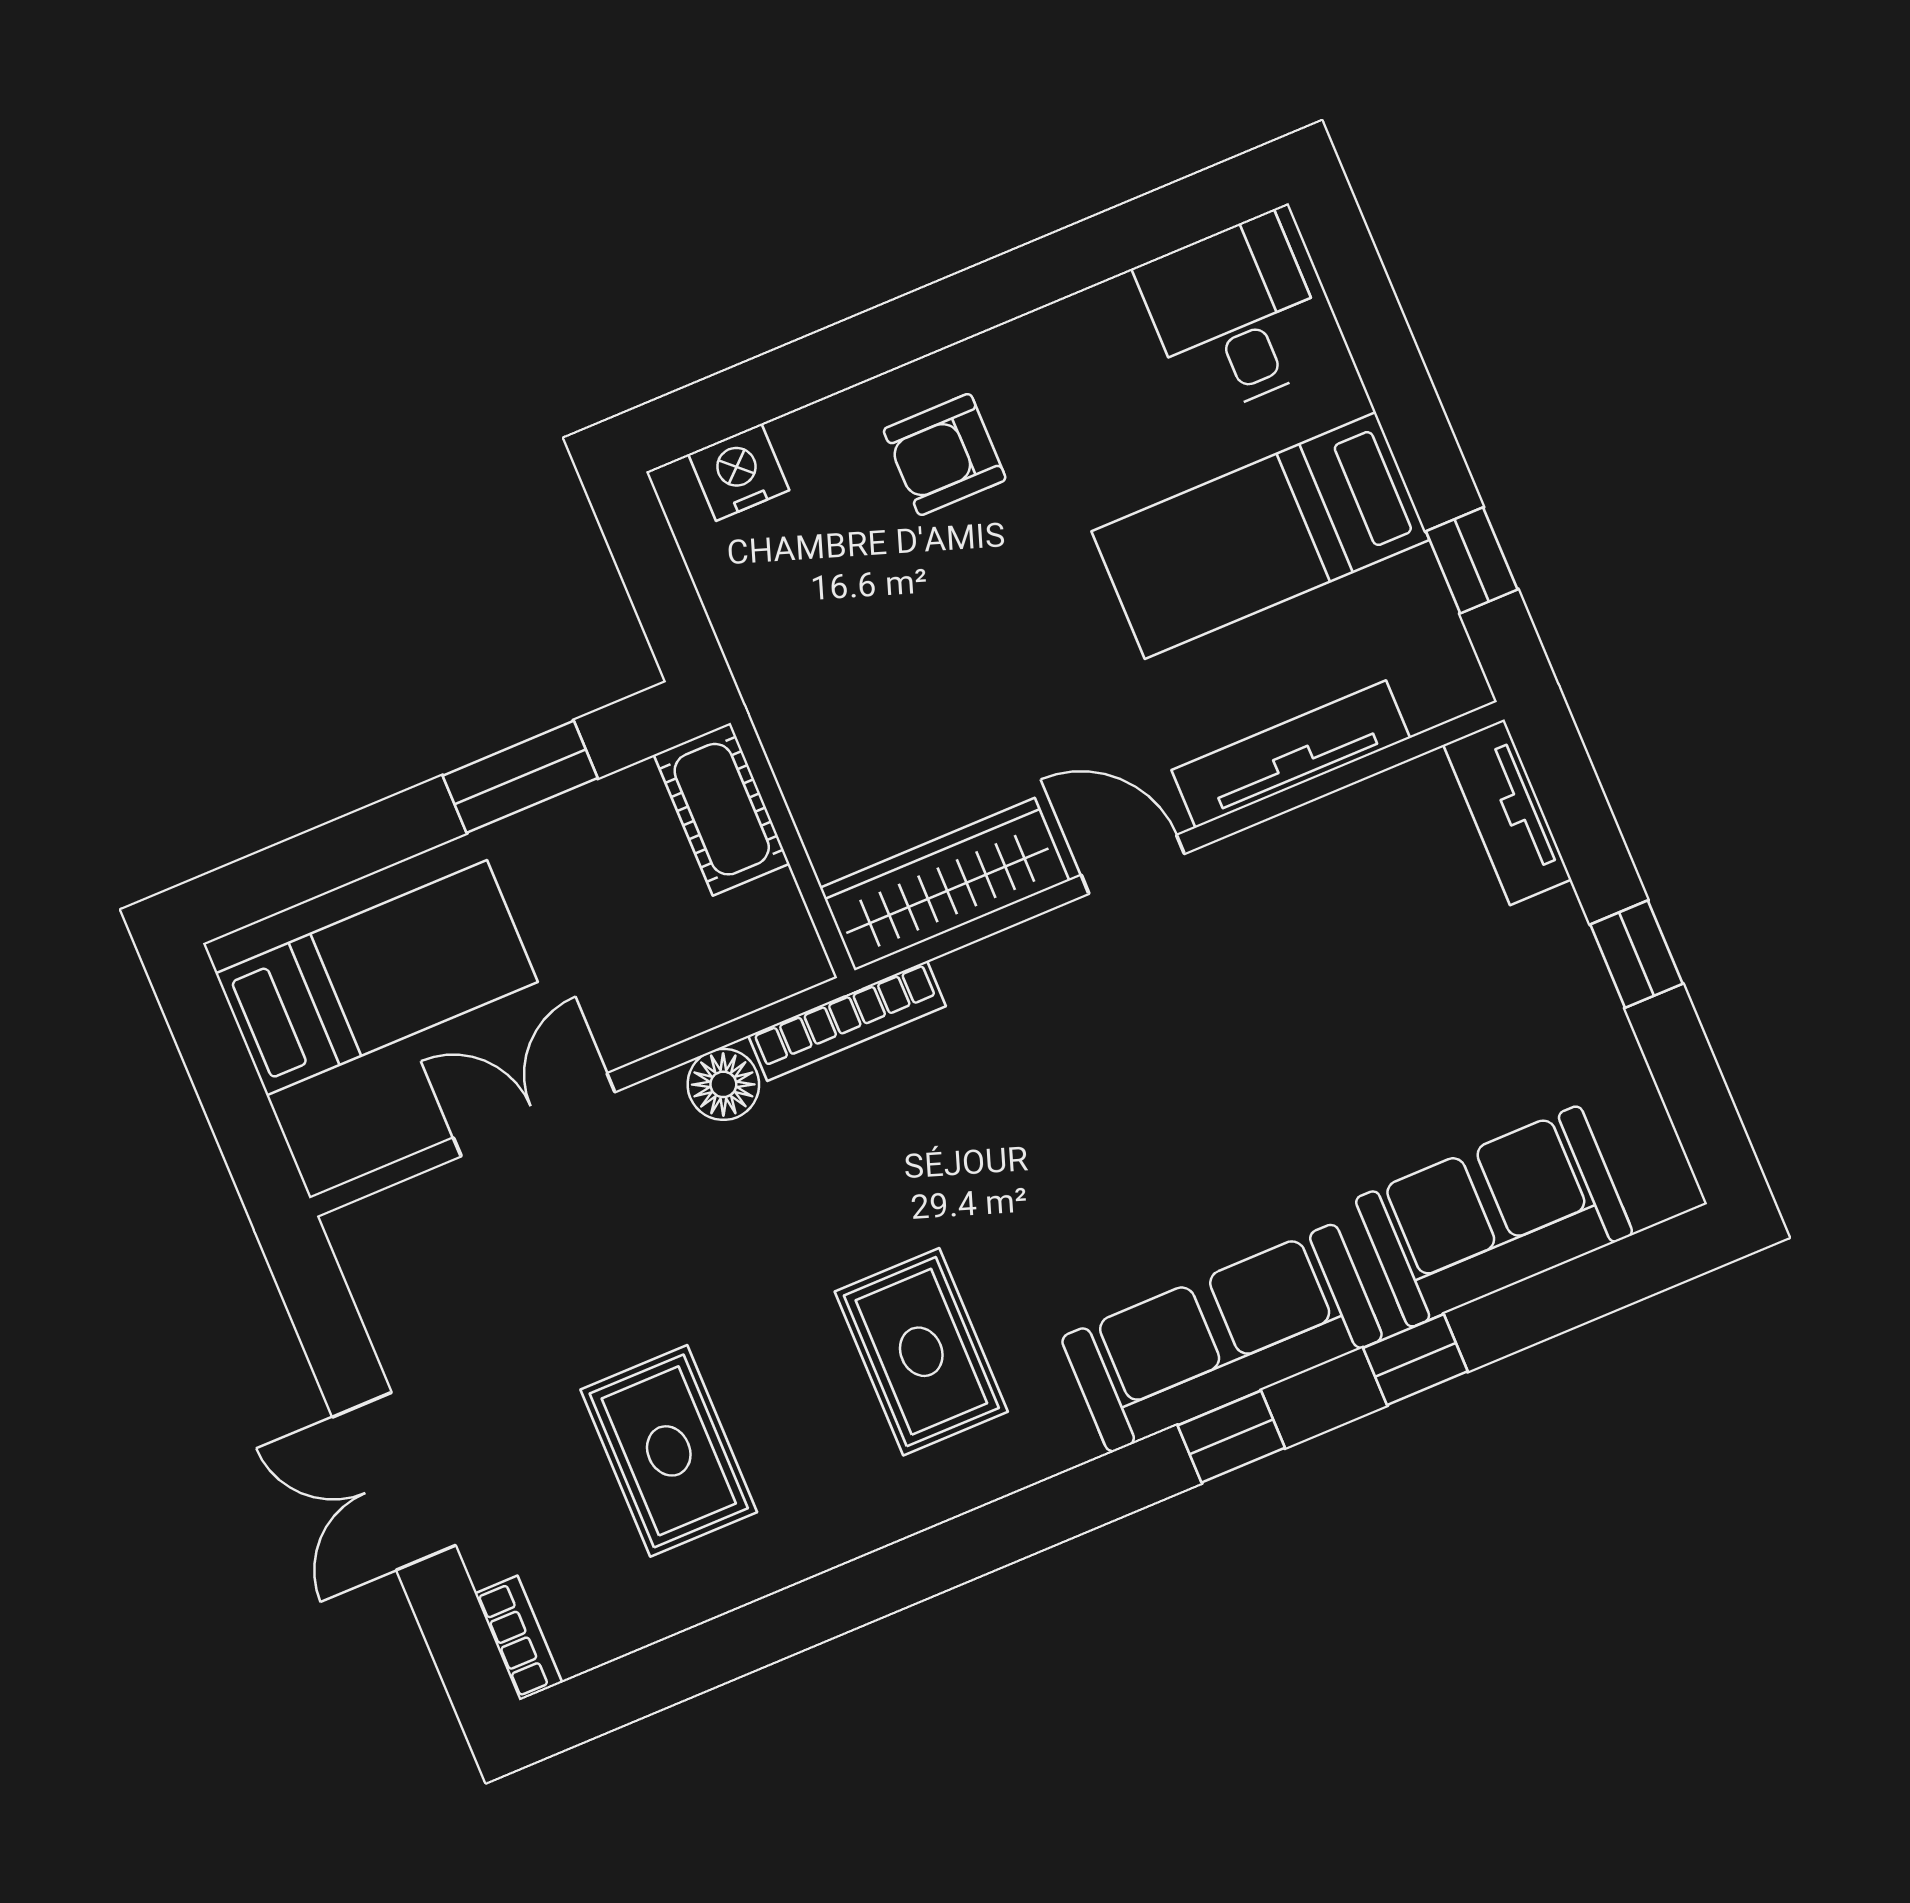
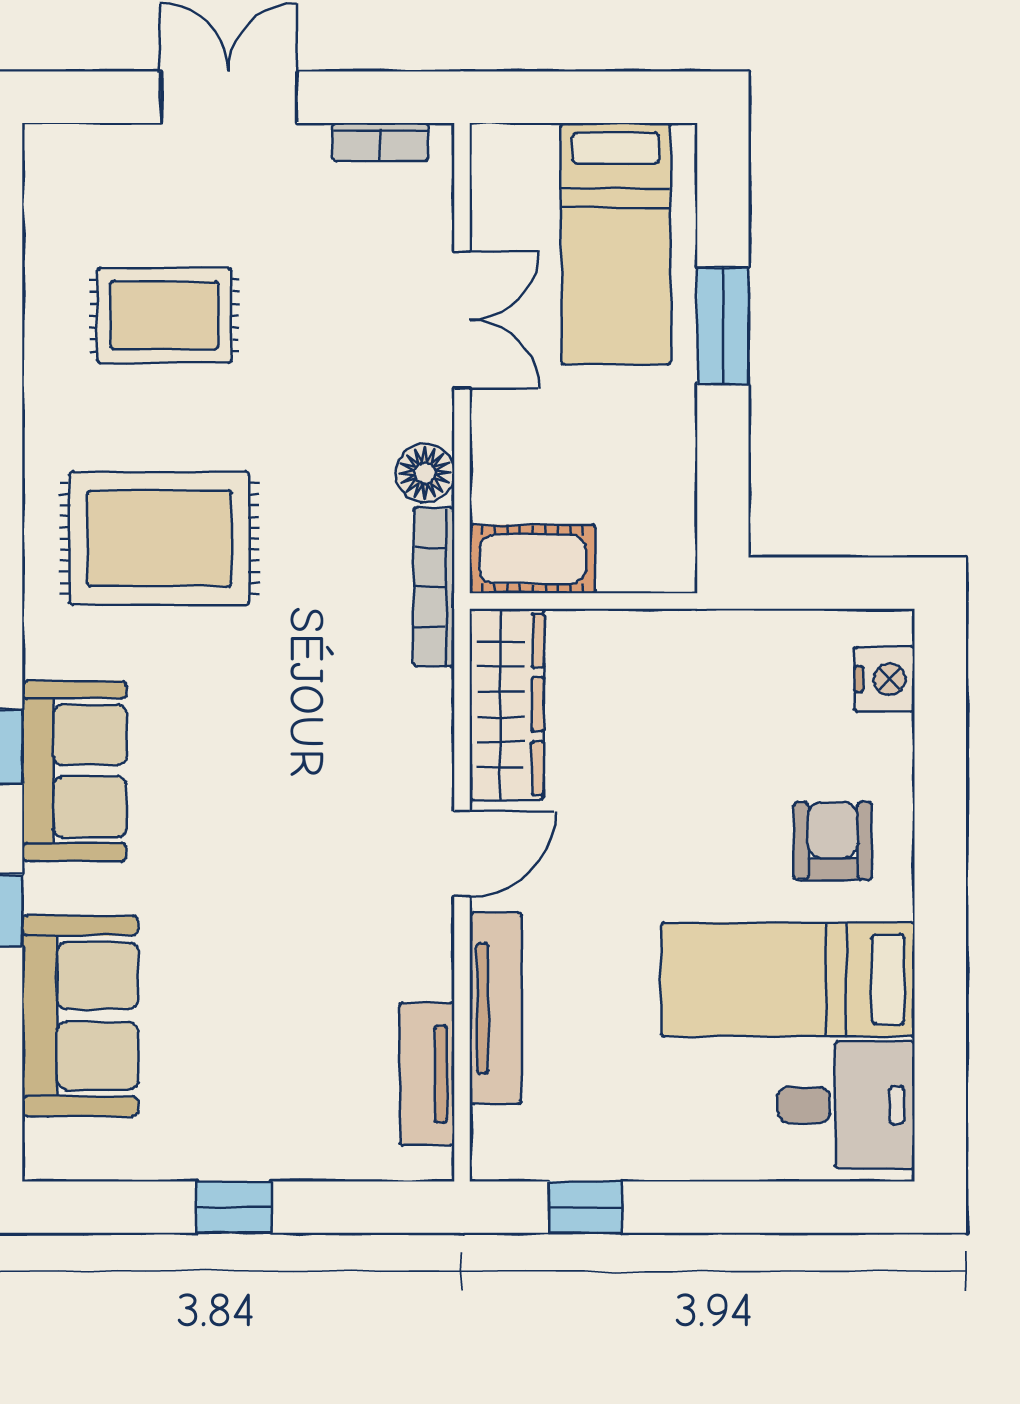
bed: (1260, 536) -> (788, 979), moved, turned -90
window: (520, 777) -> (723, 326), moved
cot: (722, 809) -> (533, 559), moved
tv unit: (1507, 812) -> (427, 1074), moved, turned -90
sofa: (1222, 1338) -> (74, 771), width x0.73
rug: (921, 1352) -> (159, 538), width x1.36, depth x1.43
bookcase: (518, 1638) -> (380, 142), moved

